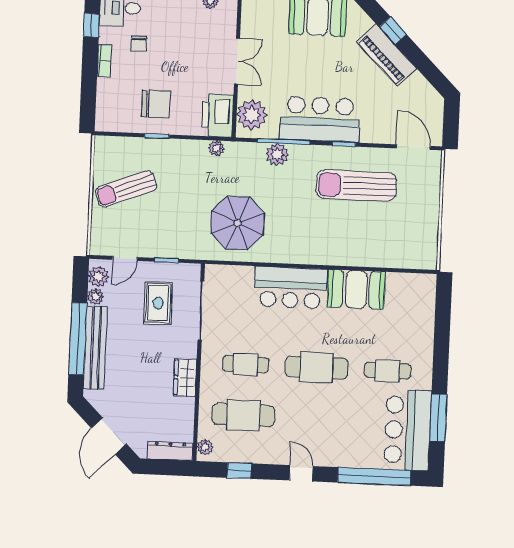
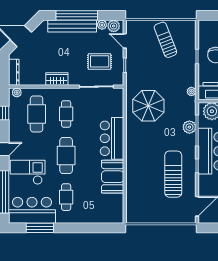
checkout: (342, 435) -> (28, 172), added

